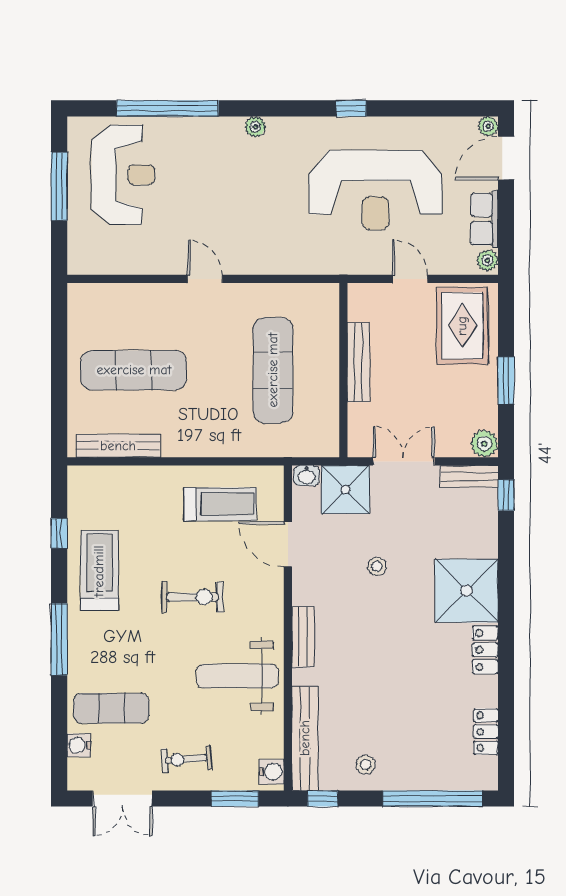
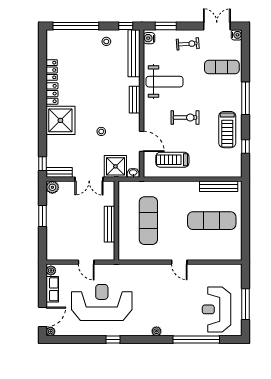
rug: (462, 326) -> (62, 241), removed
exercise bike: (193, 597) -> (185, 118), turned 180
locker: (486, 732) -> (52, 70), moved
water cooler: (79, 745) -> (237, 35), moved

